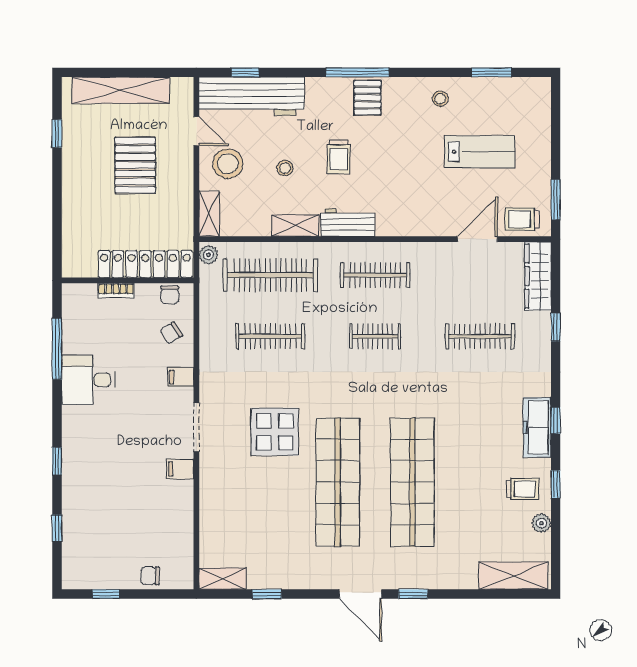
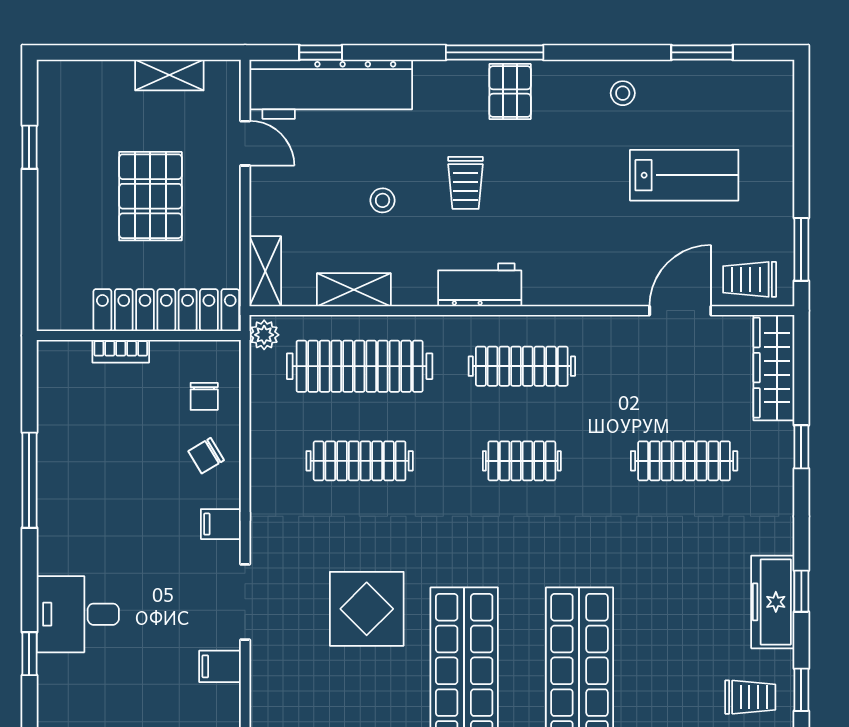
shelving: (121, 90) -> (169, 75), width x0.45, depth x0.75
stool: (228, 164) -> (294, 194), removed
shelving: (295, 226) -> (354, 290), moved
locker: (145, 264) -> (166, 310), moved
wall: (128, 280) -> (139, 336), moved
bookcase: (116, 291) -> (121, 351), moved
desk: (88, 380) -> (78, 614), moved

